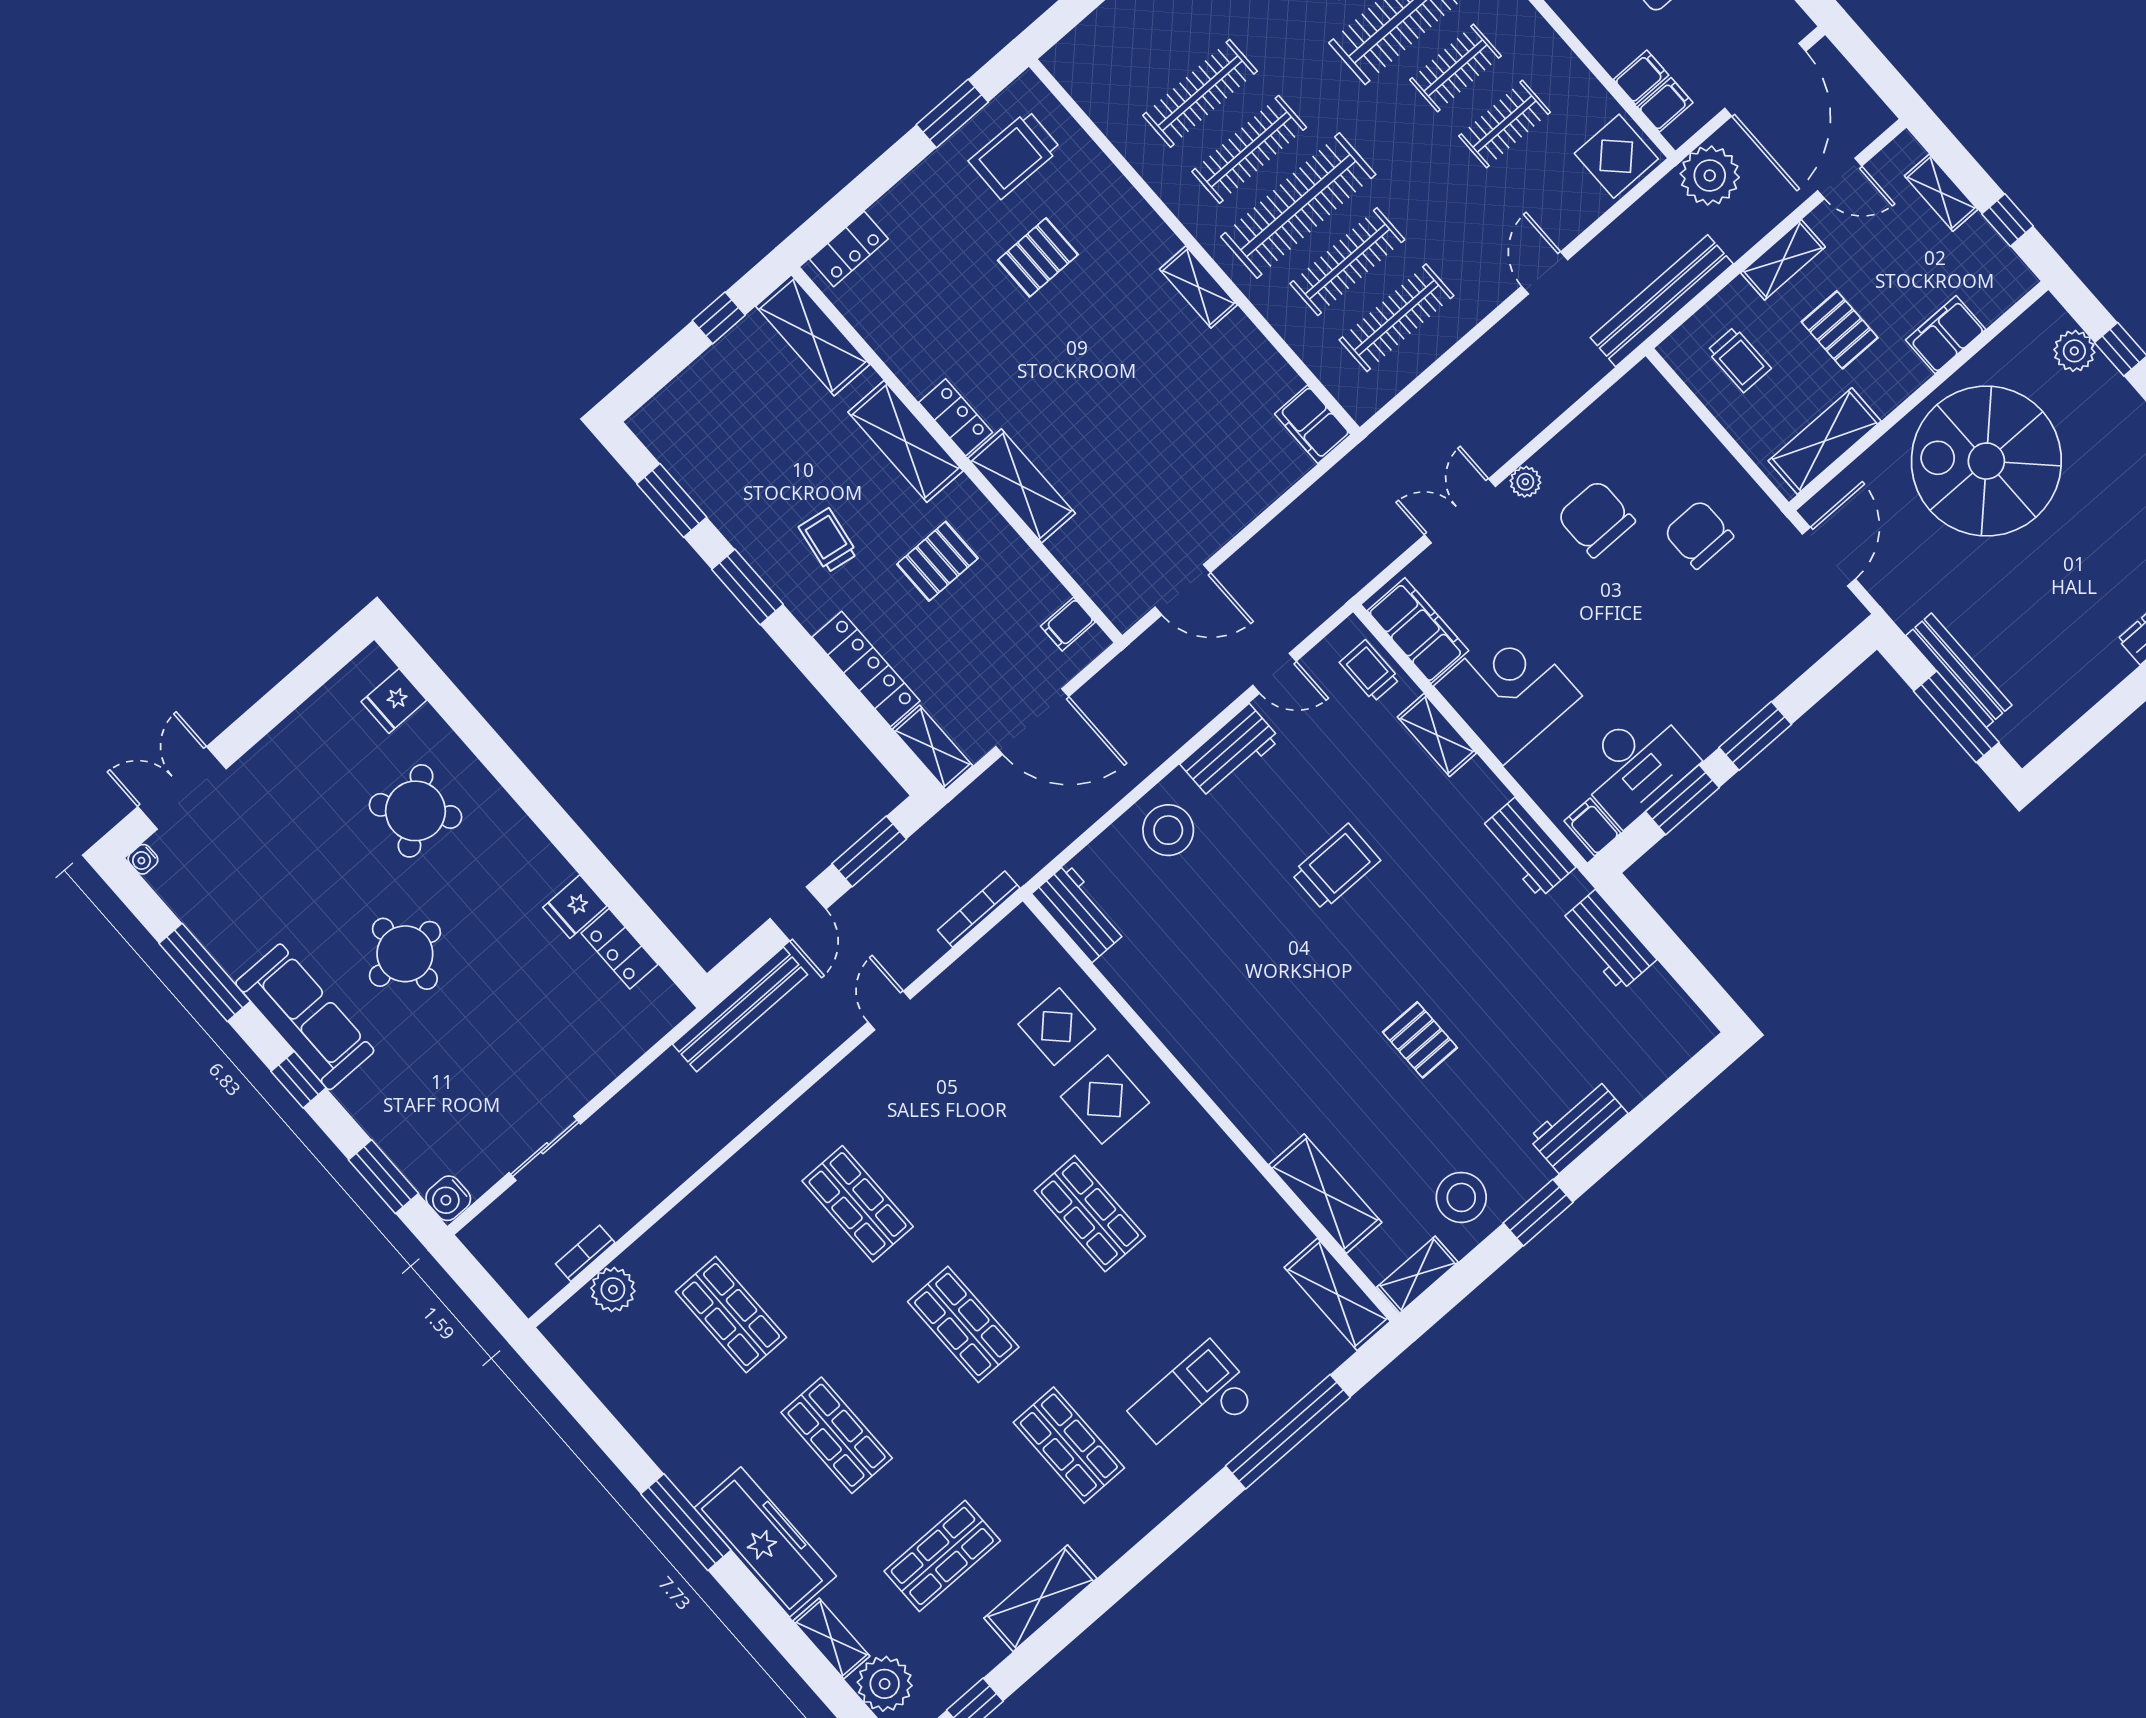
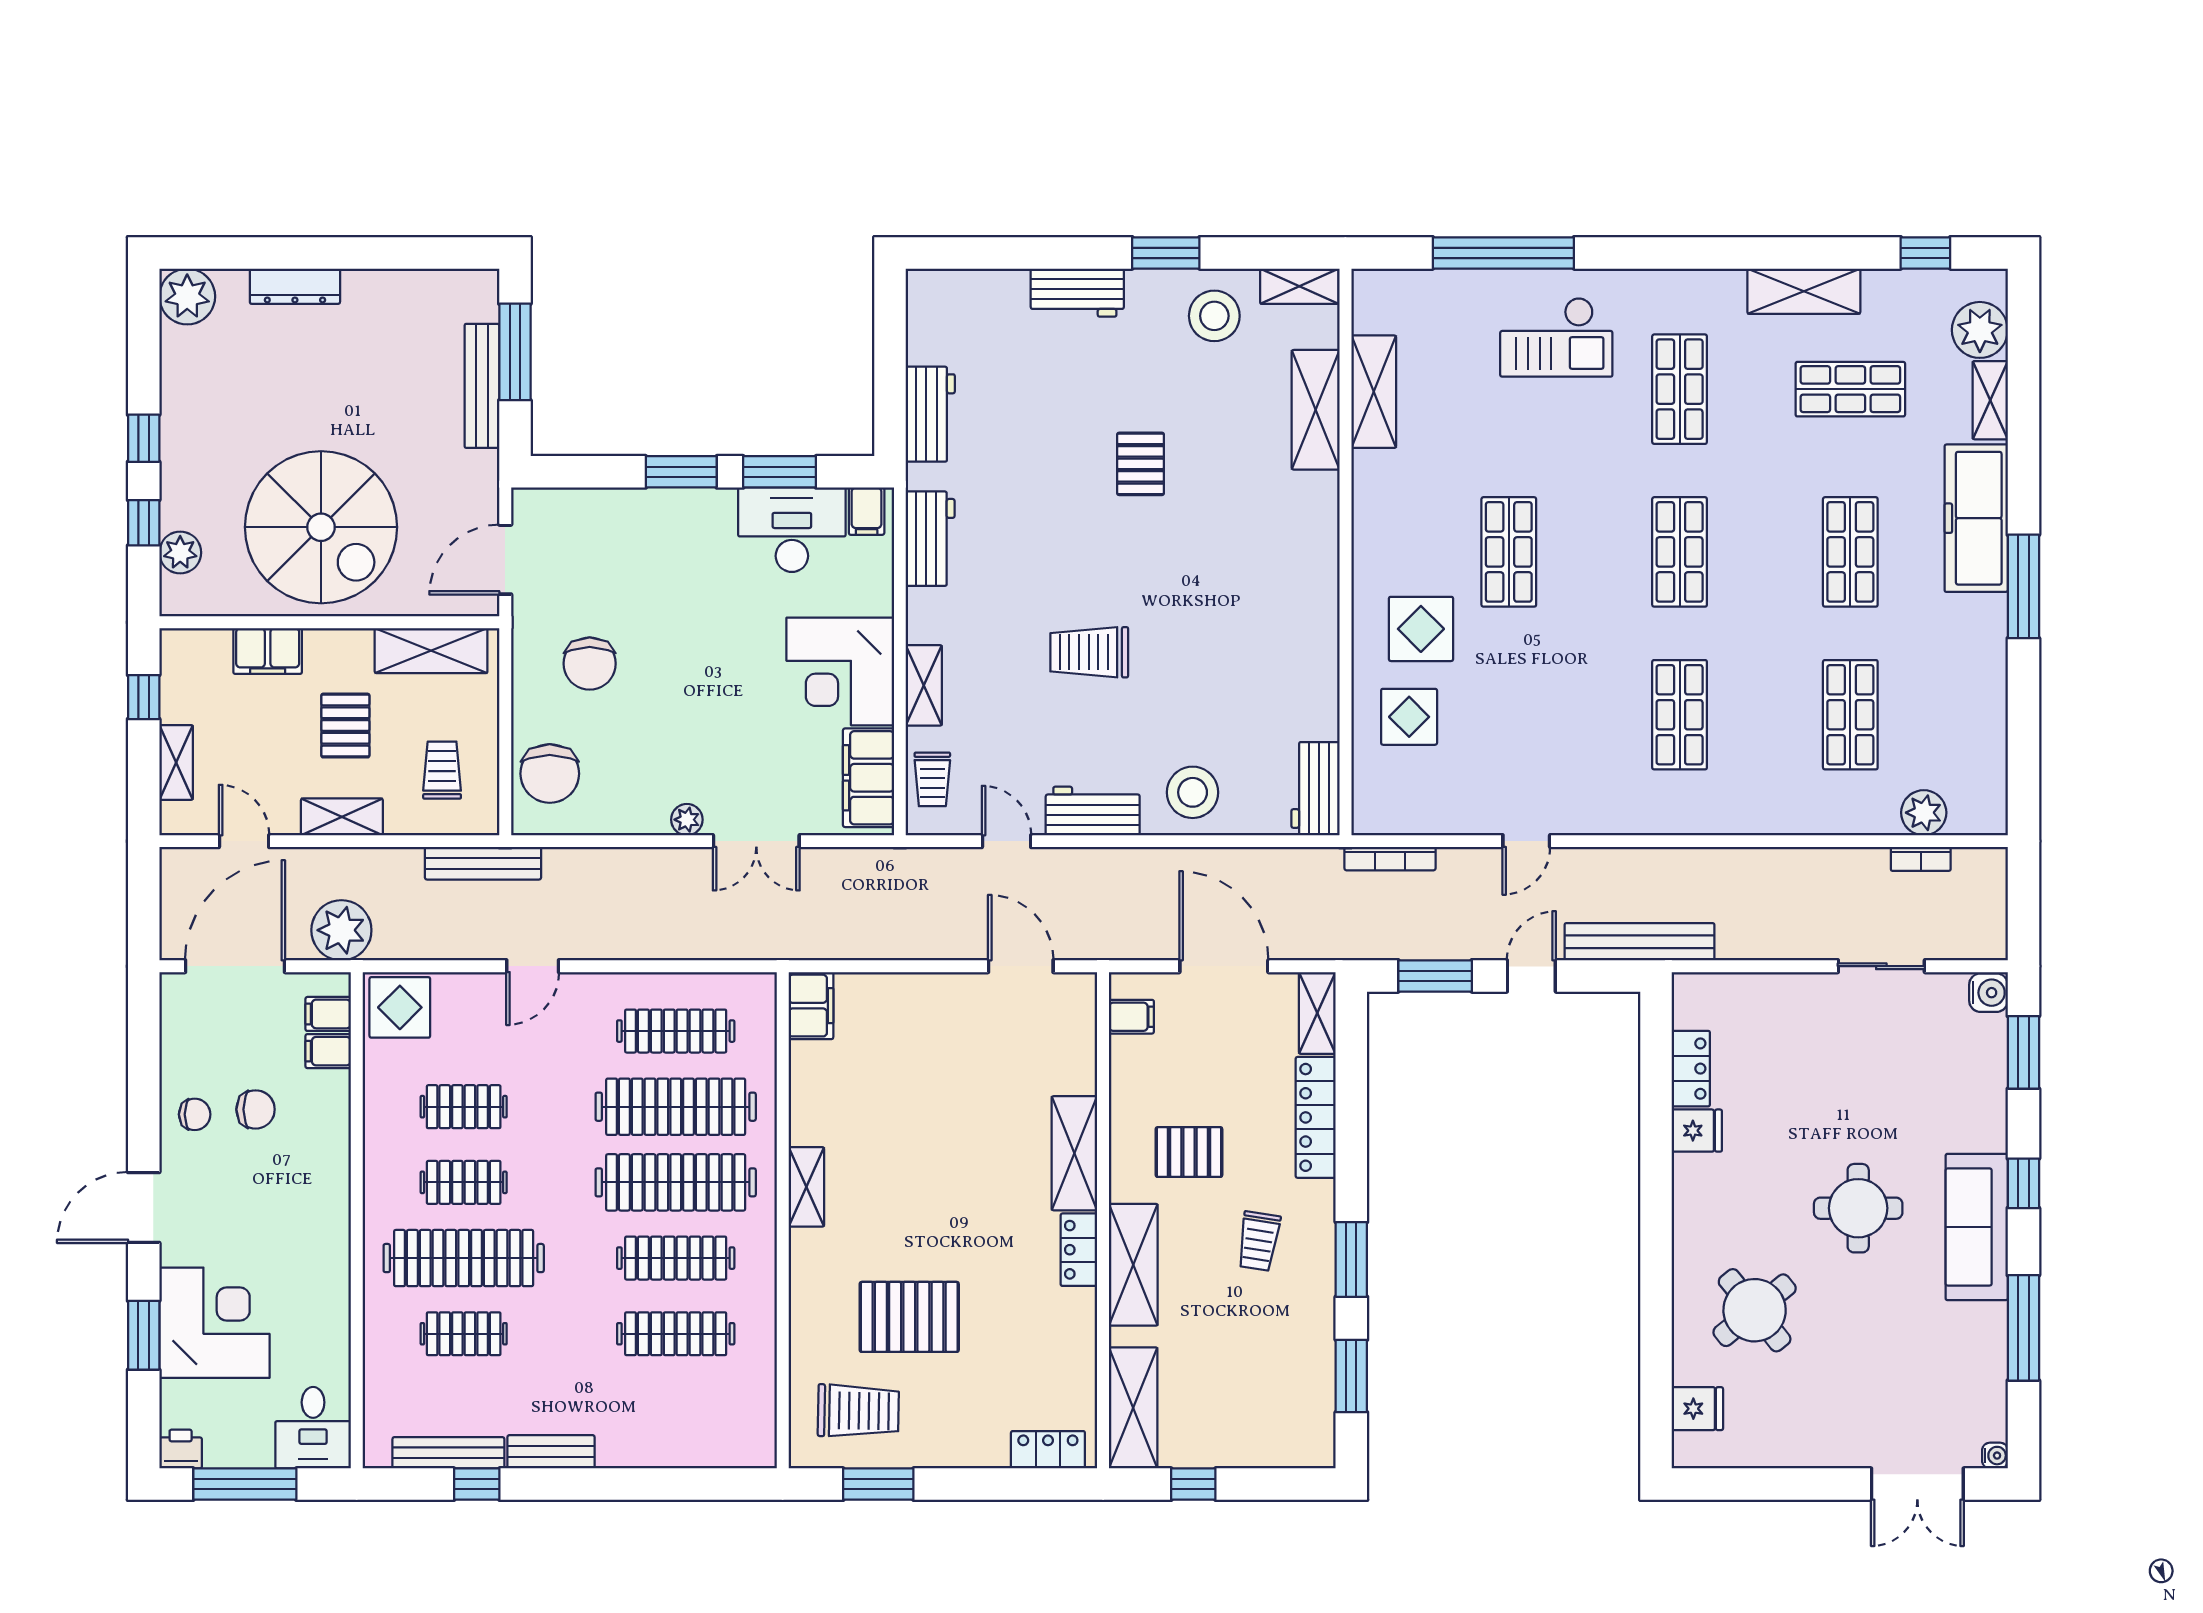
pallet: (1038, 257) -> (909, 1317), width x1.50, depth x1.42
clothes rail: (1347, 262) -> (676, 1107), width x1.37, depth x1.31
bench: (1662, 301) -> (483, 863), width x0.73, depth x0.82
chair: (1596, 519) -> (550, 774), moved
shelving: (1337, 1294) -> (1374, 392), moved

